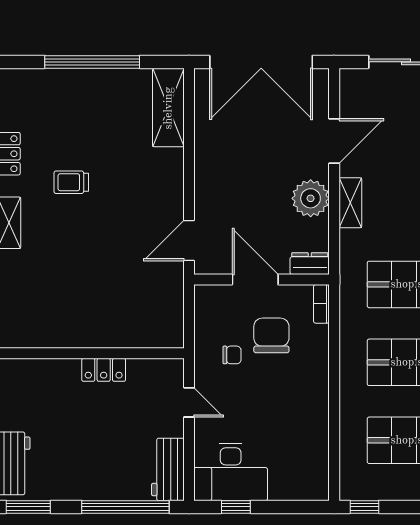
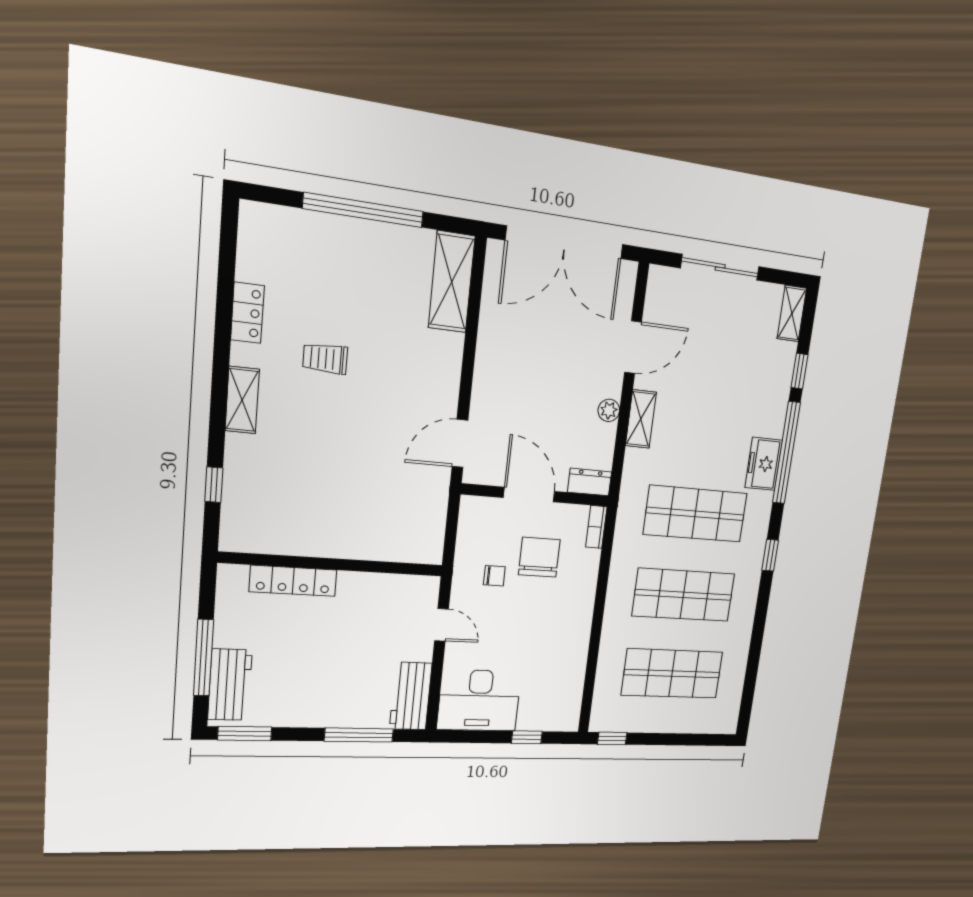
plant: (311, 198) -> (609, 410), width x0.53, depth x0.53
locker: (104, 370) -> (293, 581), moved, width x1.53
window: (125, 507) -> (359, 735), width x0.68
window: (236, 507) -> (527, 737), moved

